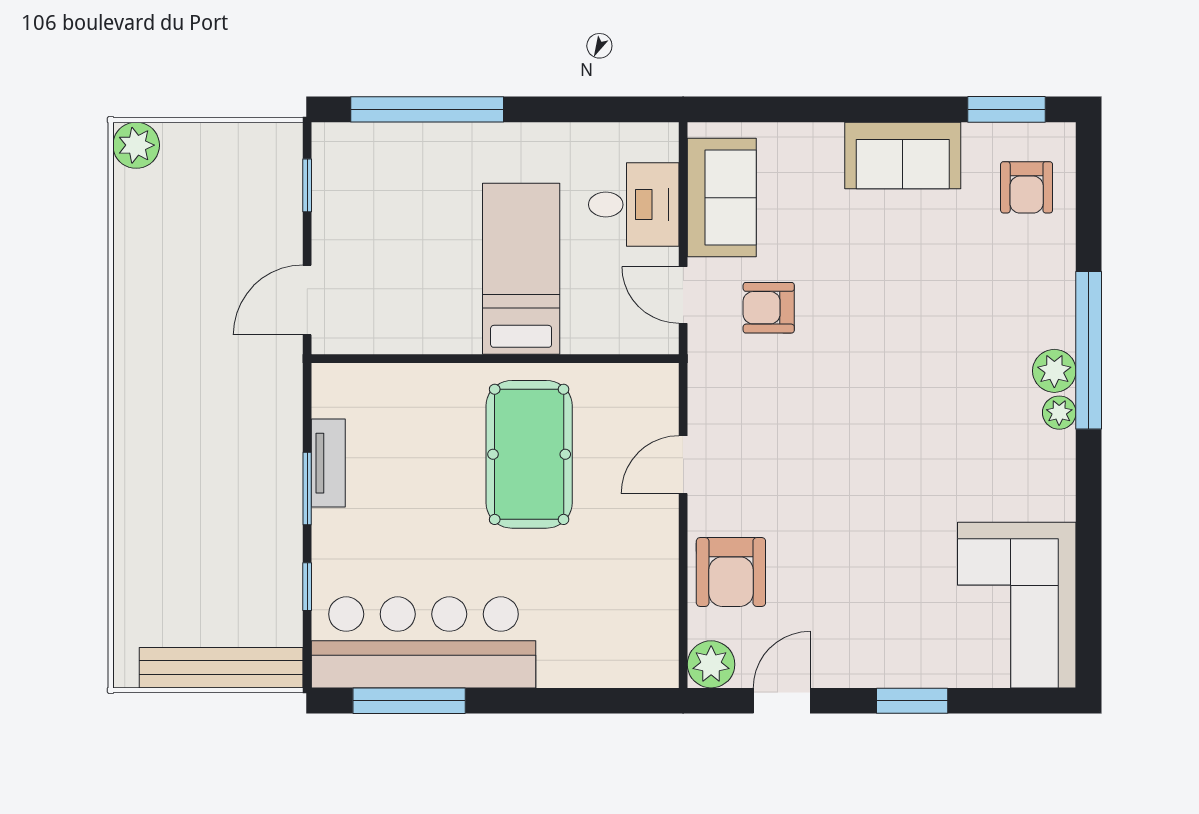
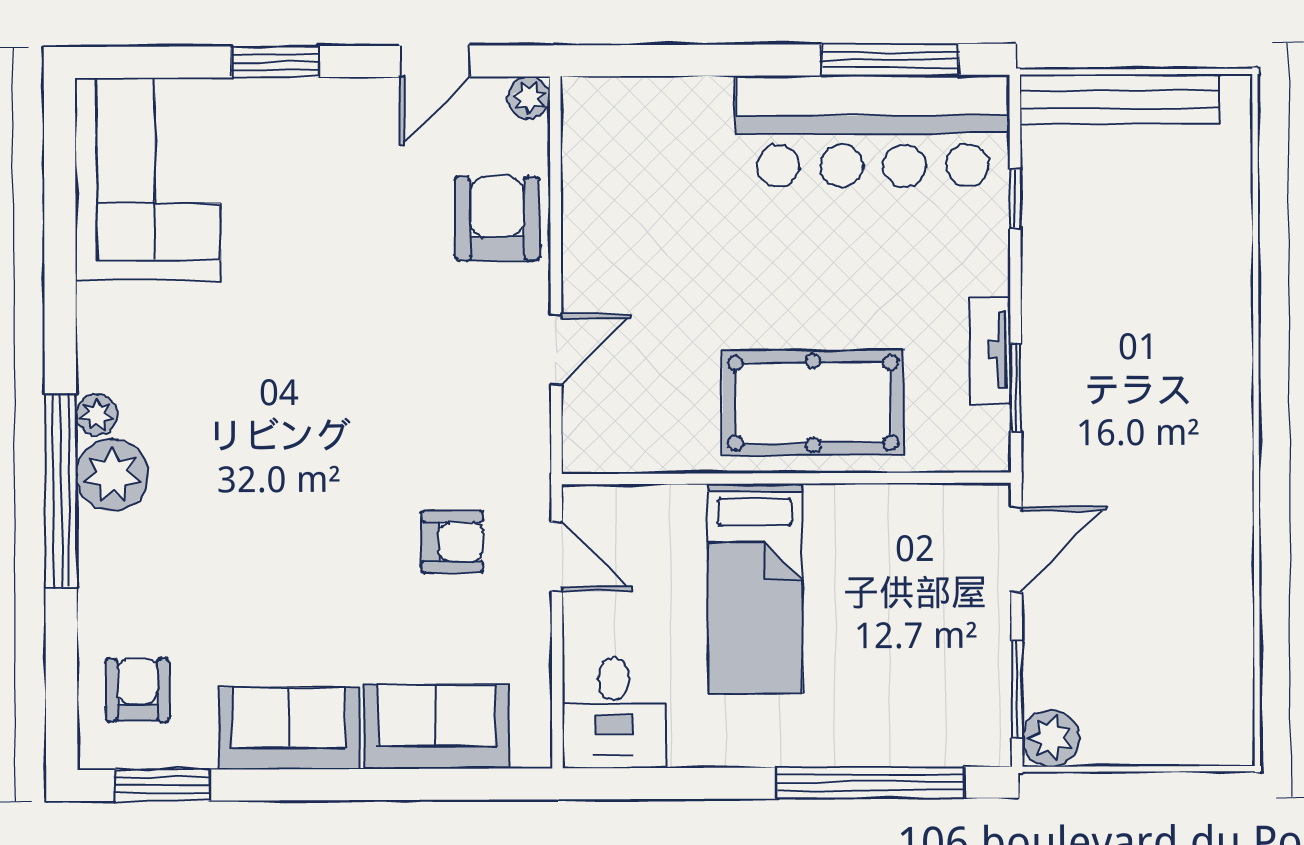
plant: (136, 145) -> (1051, 738), moved
window: (307, 185) -> (1017, 689), width x1.50
sofa: (722, 198) -> (437, 727), moved, turned 90
desk: (634, 205) -> (614, 713), moved, turned -90
plant: (1054, 371) -> (112, 475), width x1.36, depth x1.36
pool table: (529, 454) -> (813, 403), moved, turned 90
window: (307, 489) -> (1016, 388), moved
plant: (711, 664) -> (529, 97), width x0.73, depth x0.73

